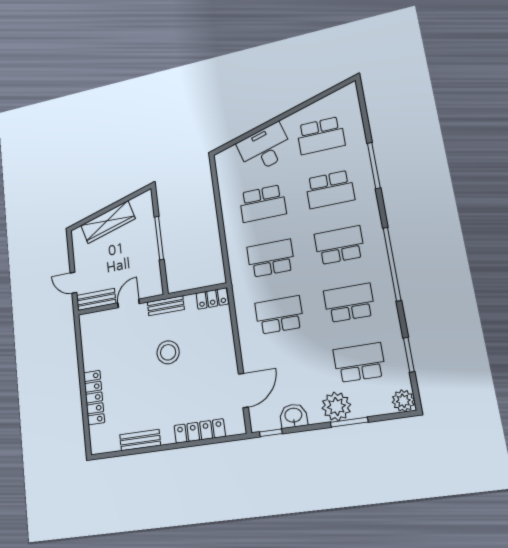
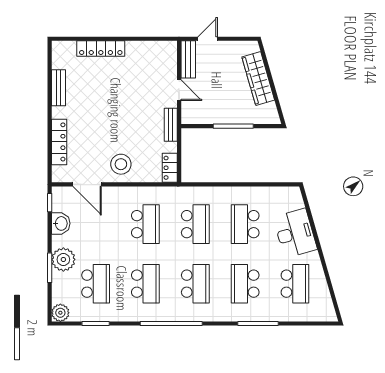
school desk: (321, 136) -> (295, 284), turned 180
stool: (168, 352) -> (121, 164), moved

